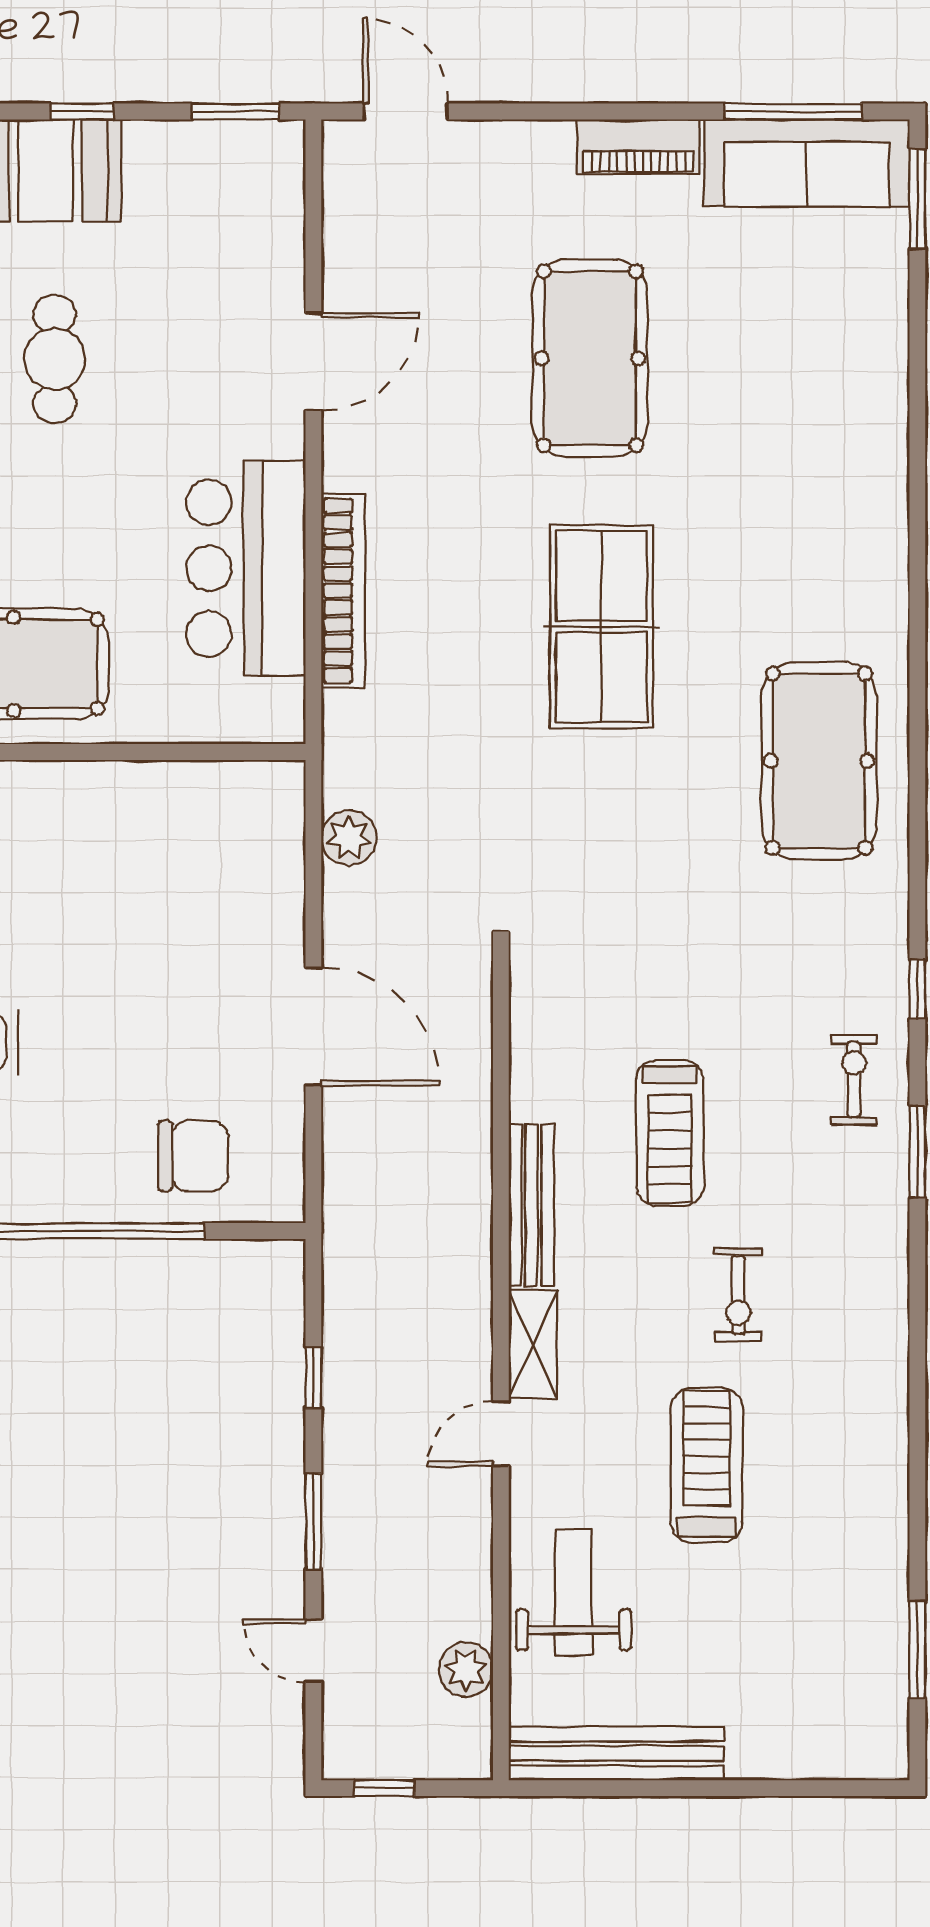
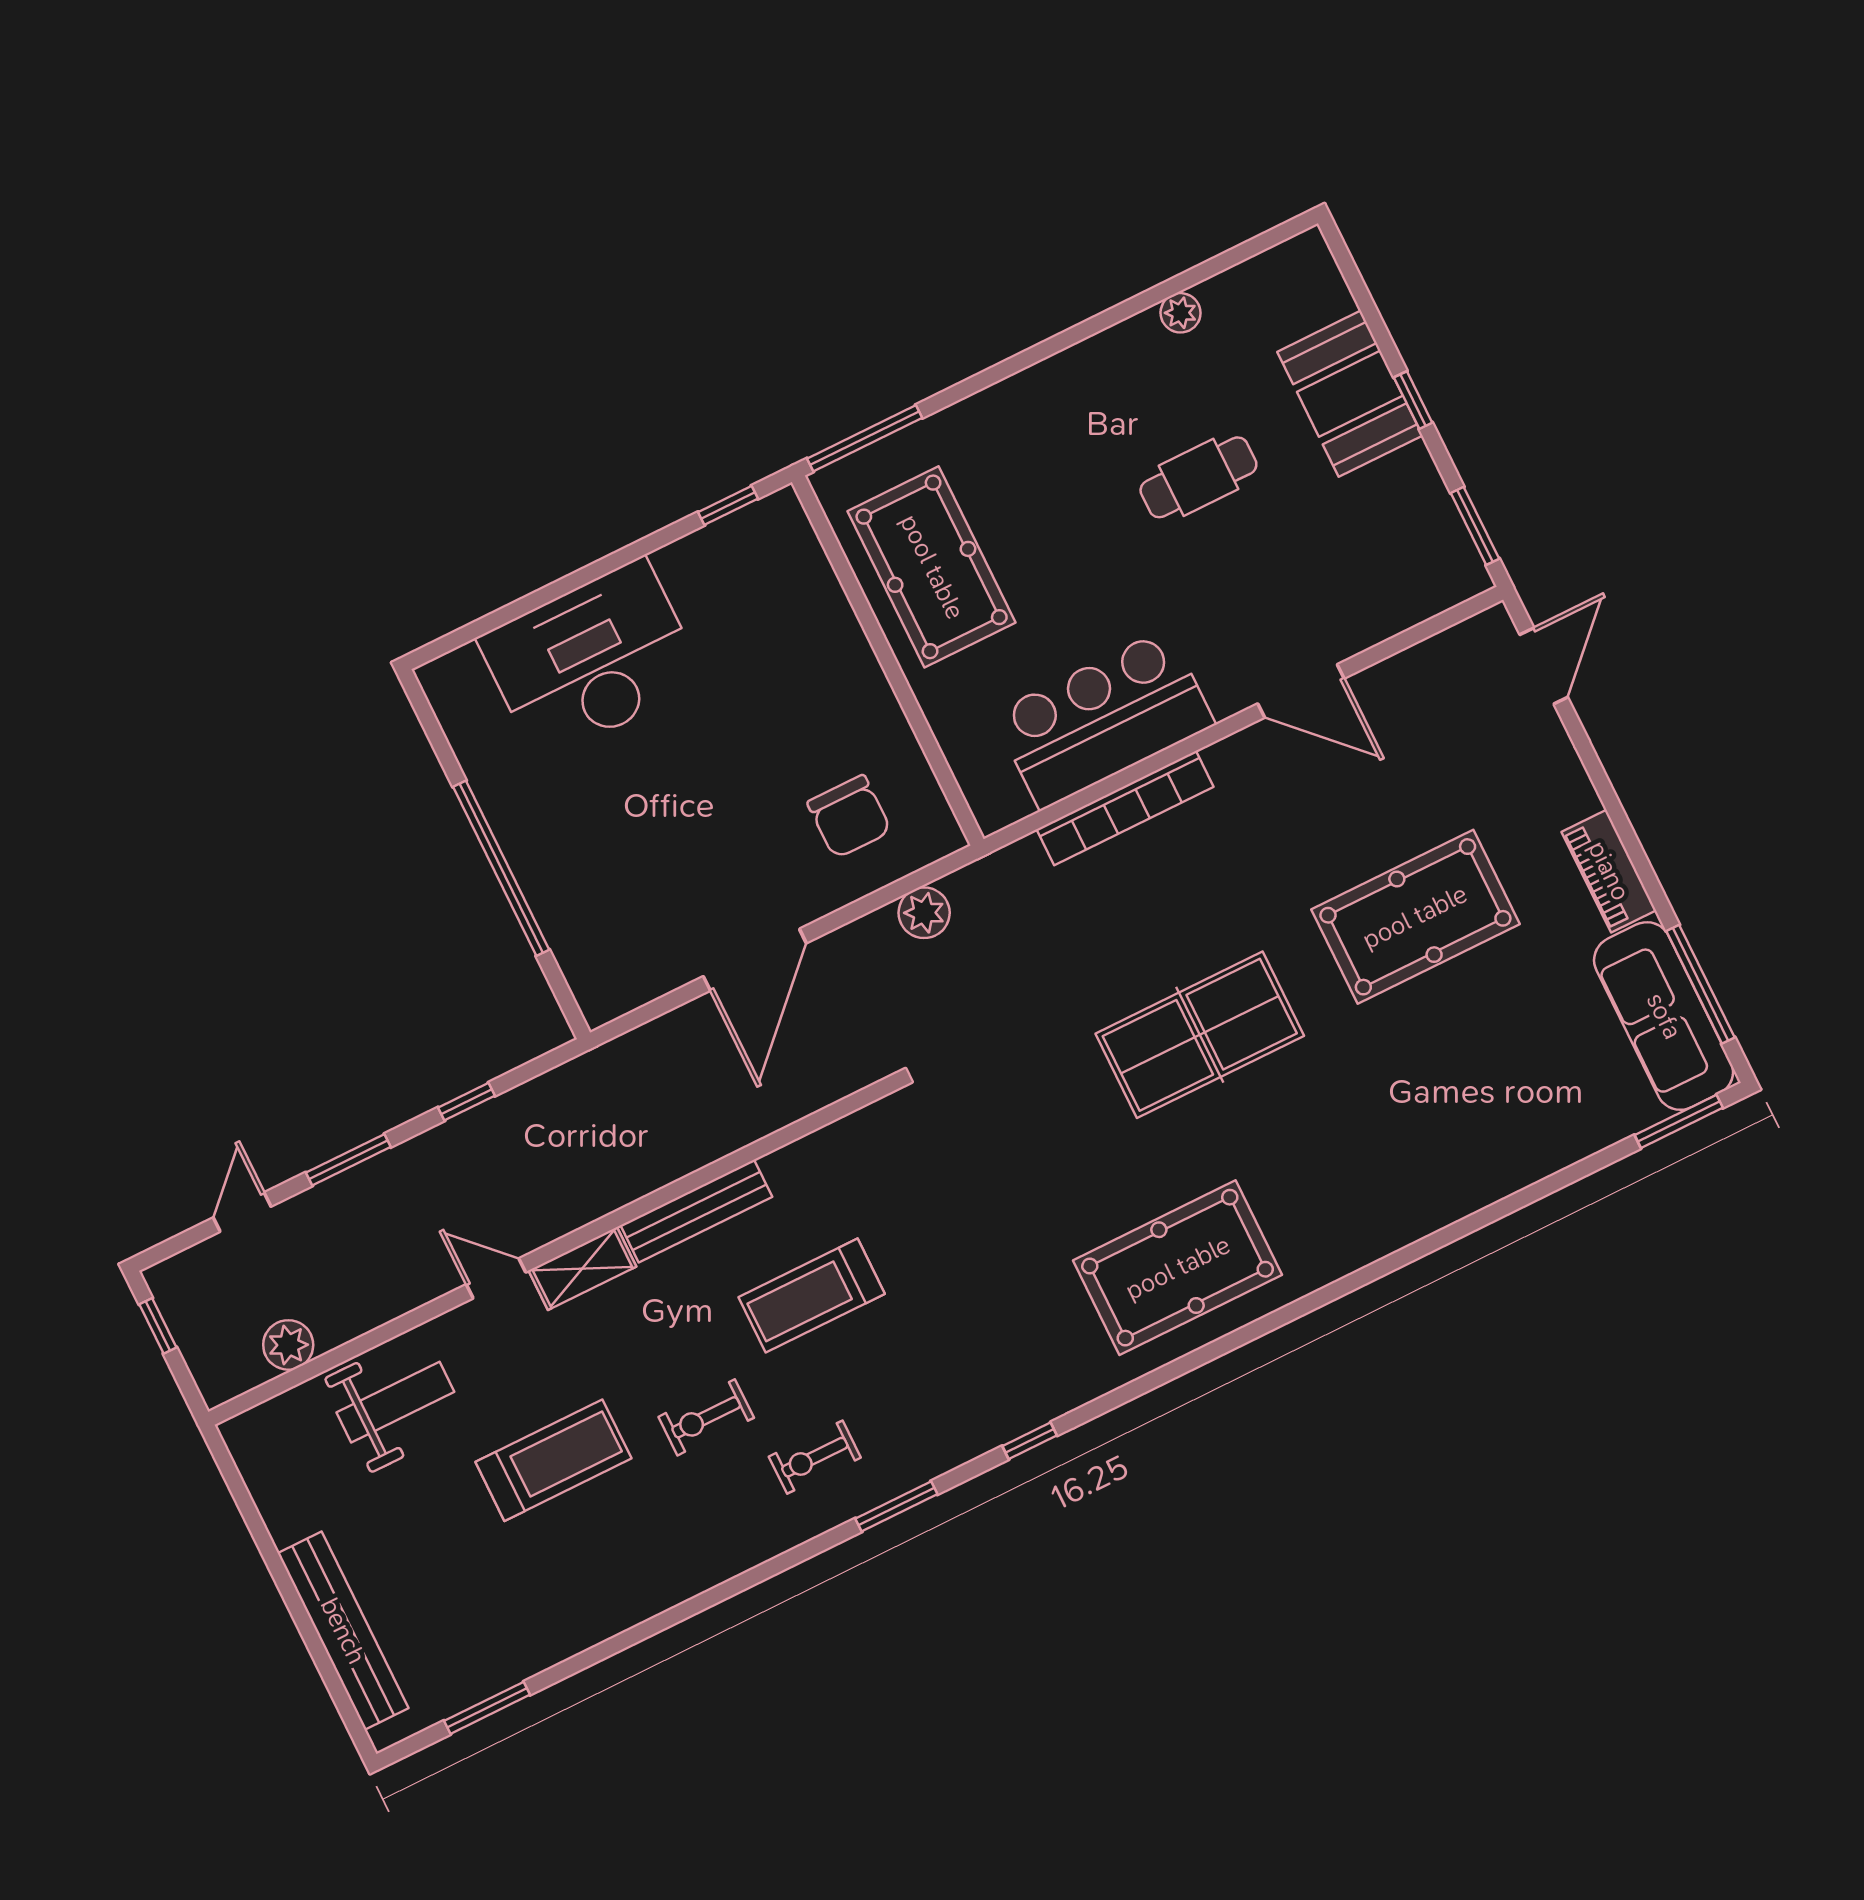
exercise bike: (854, 1080) -> (815, 1457), moved, turned 180
chair: (193, 1156) -> (849, 817), moved
bench: (616, 1754) -> (343, 1631), moved

